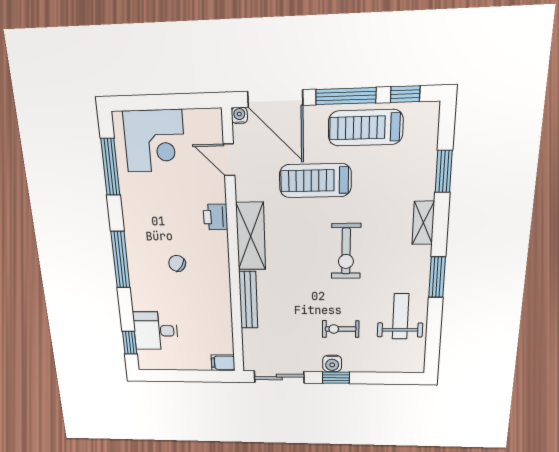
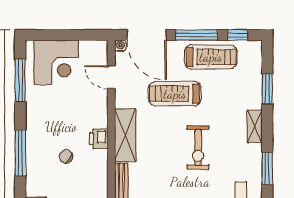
treadmill: (365, 128) -> (211, 57), turned 180
printer: (216, 217) -> (99, 139), moved

